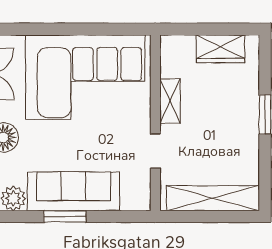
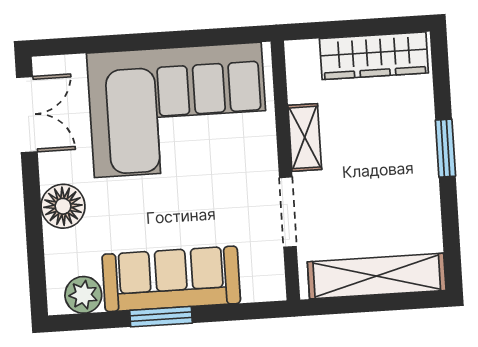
wardrobe: (220, 49) -> (374, 56), width x1.50
doorway: (155, 151) -> (288, 212), width x1.38

